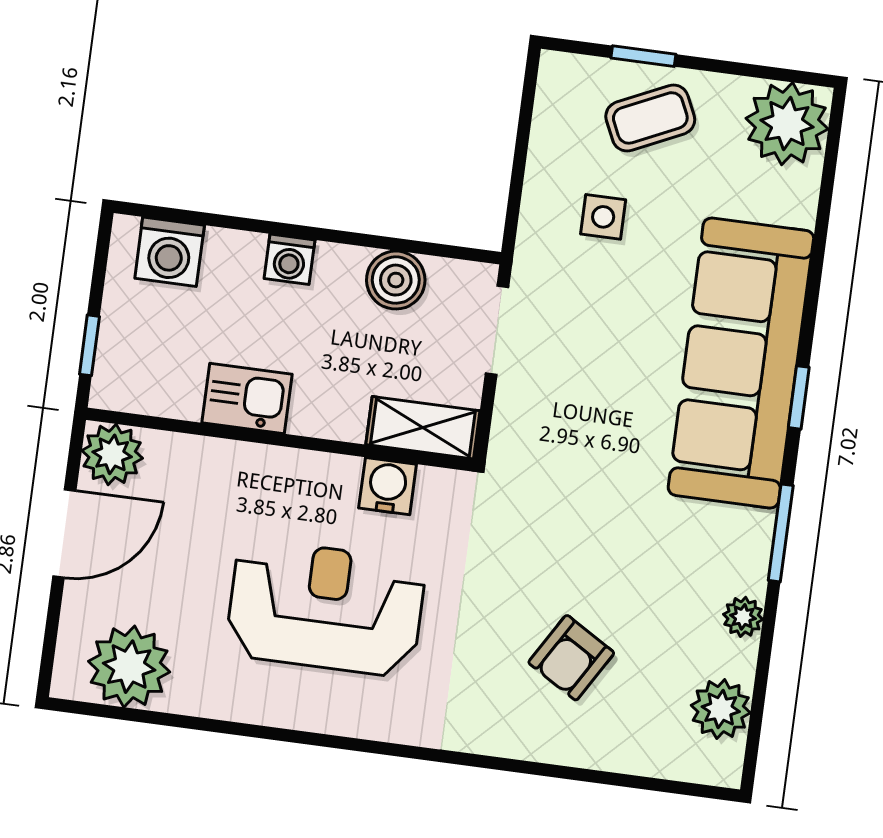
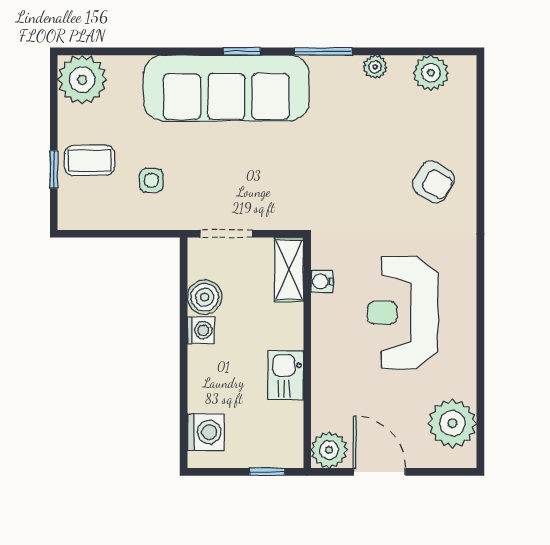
coffee table: (650, 118) -> (90, 160), turned -65
washing machine: (290, 259) -> (201, 330), moved
water cooler: (388, 486) -> (322, 282), width x0.72, depth x0.72
armchair: (571, 658) -> (433, 182), moved

